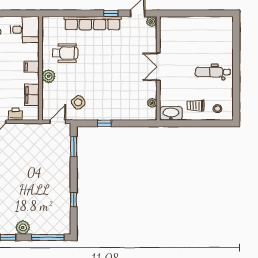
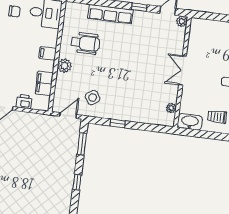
row of seats: (93, 23) -> (110, 14), width x0.73
window: (74, 200) -> (77, 182), moved

